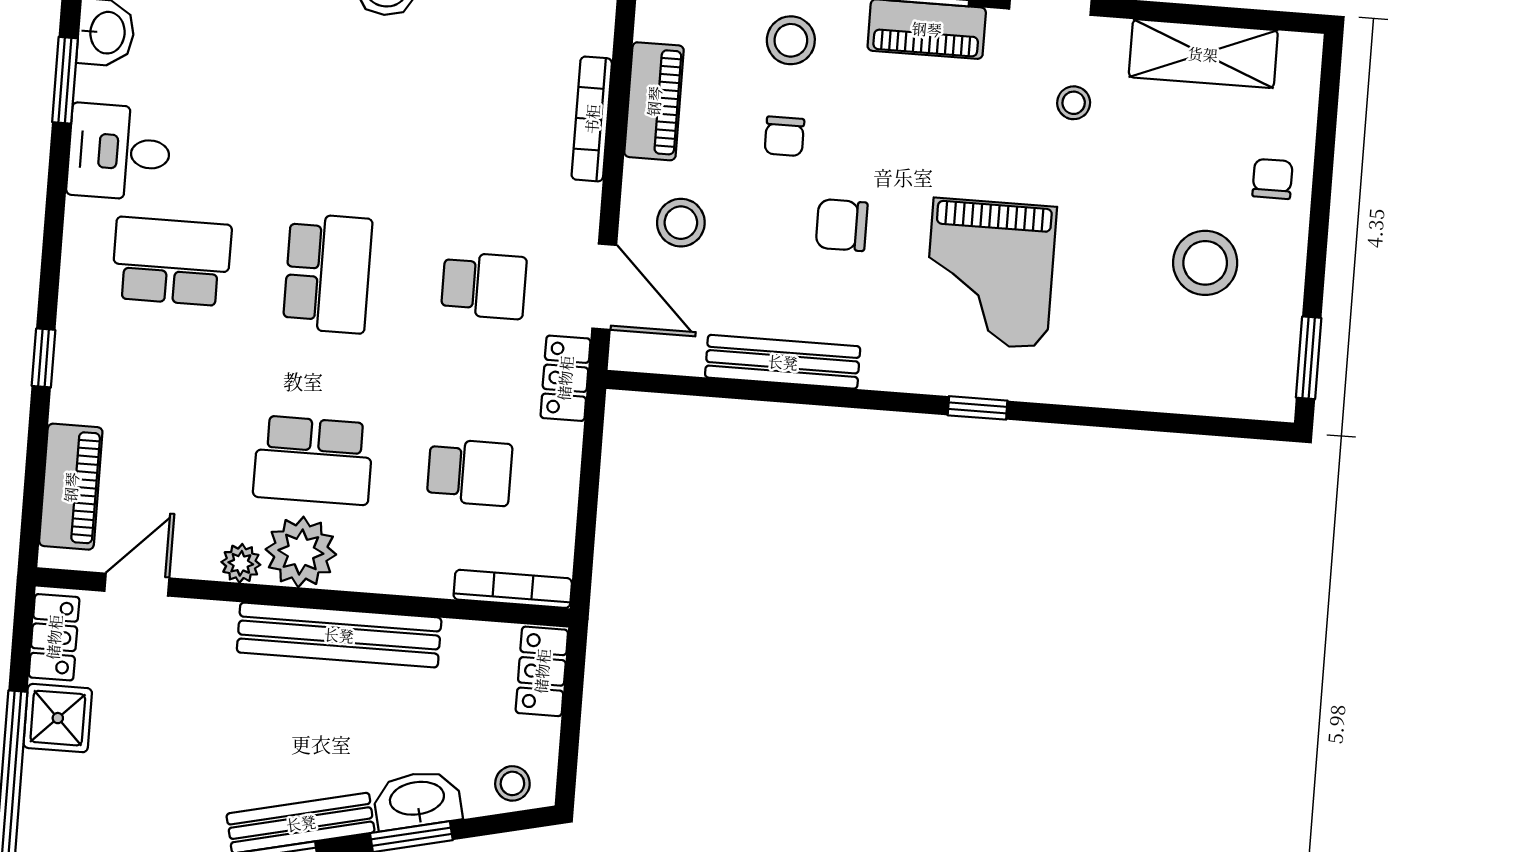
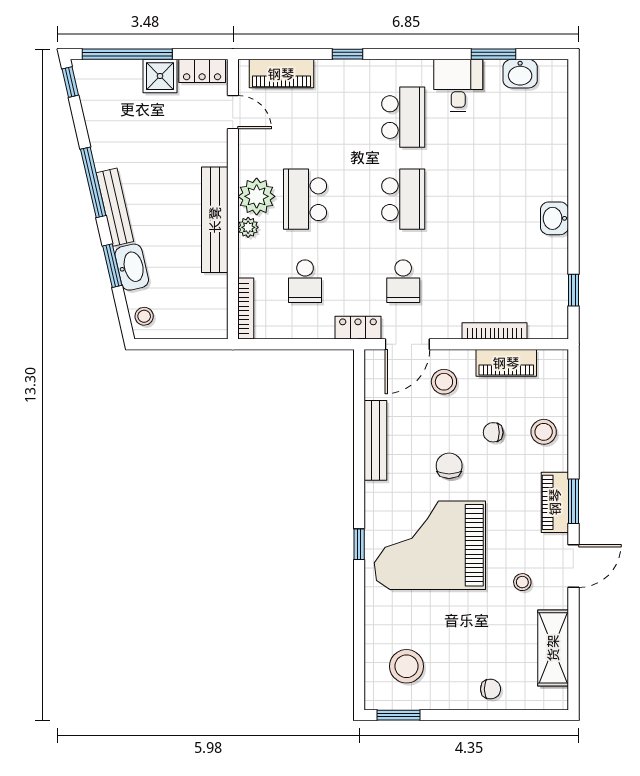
stool: (1205, 263) -> (407, 666), moved
school desk: (328, 273) -> (403, 199), turned -90
grand piano: (990, 273) -> (430, 545), width x1.37, depth x1.48
plant: (241, 563) -> (248, 227), moved
locker: (542, 671) -> (204, 327), removed

